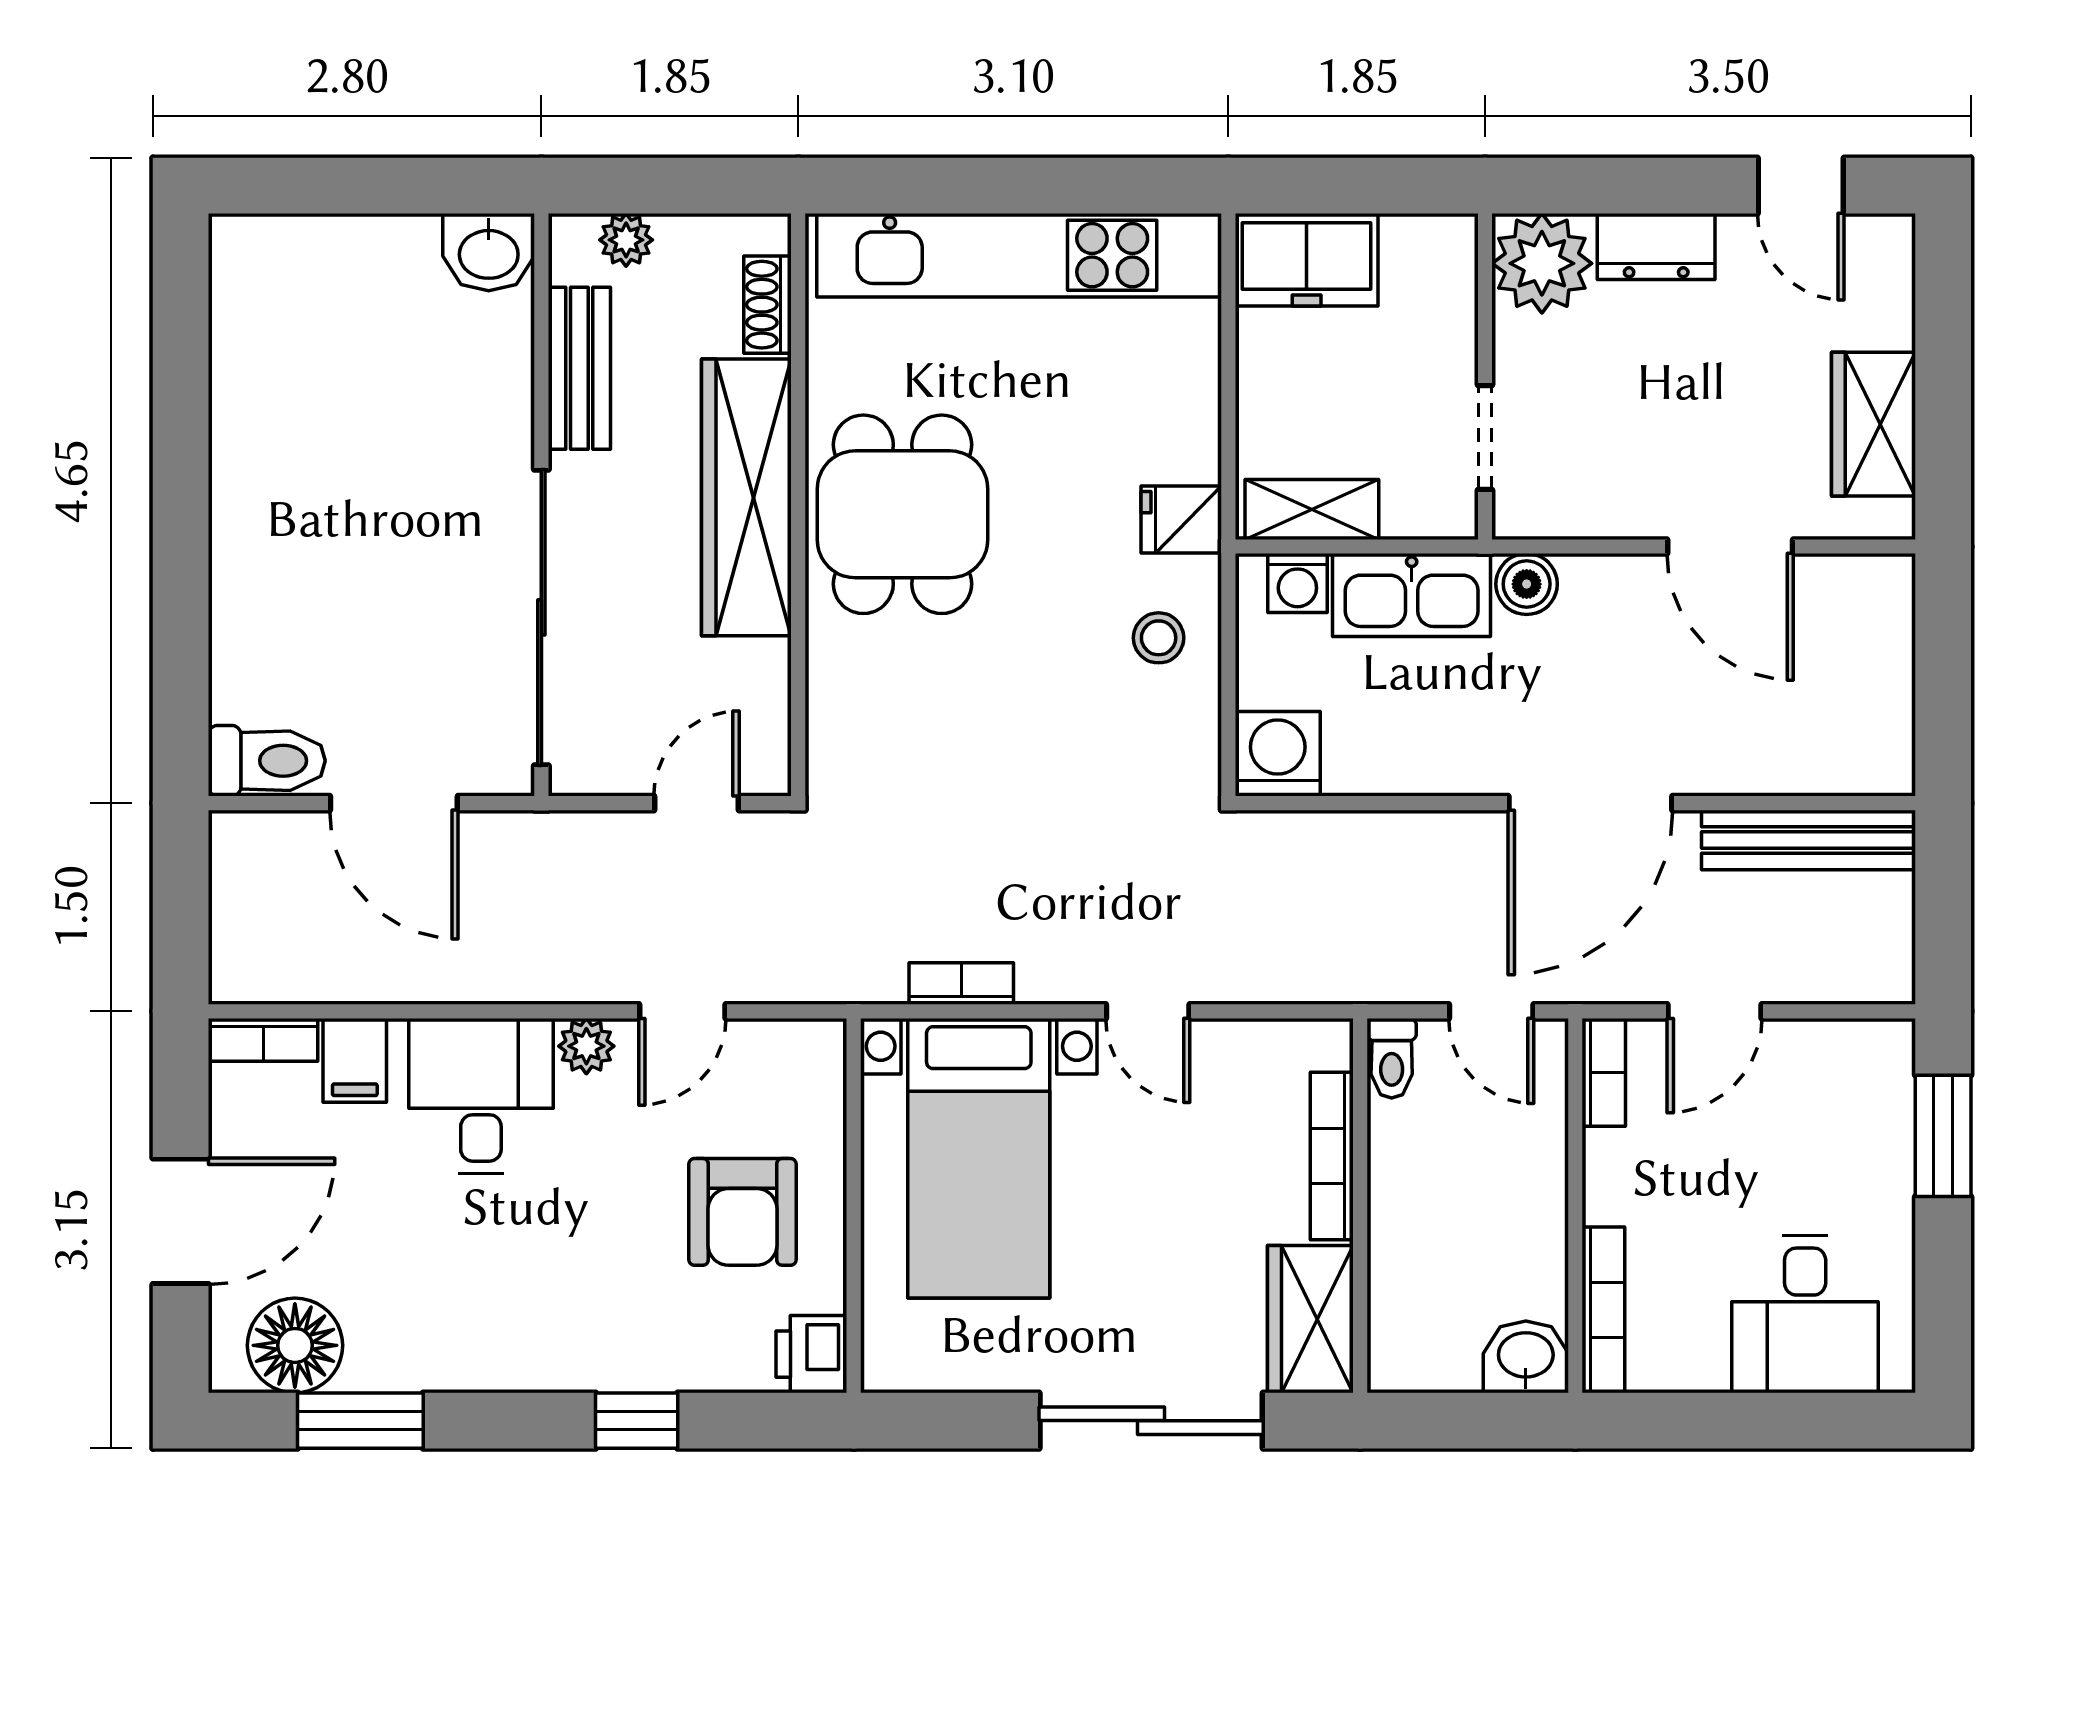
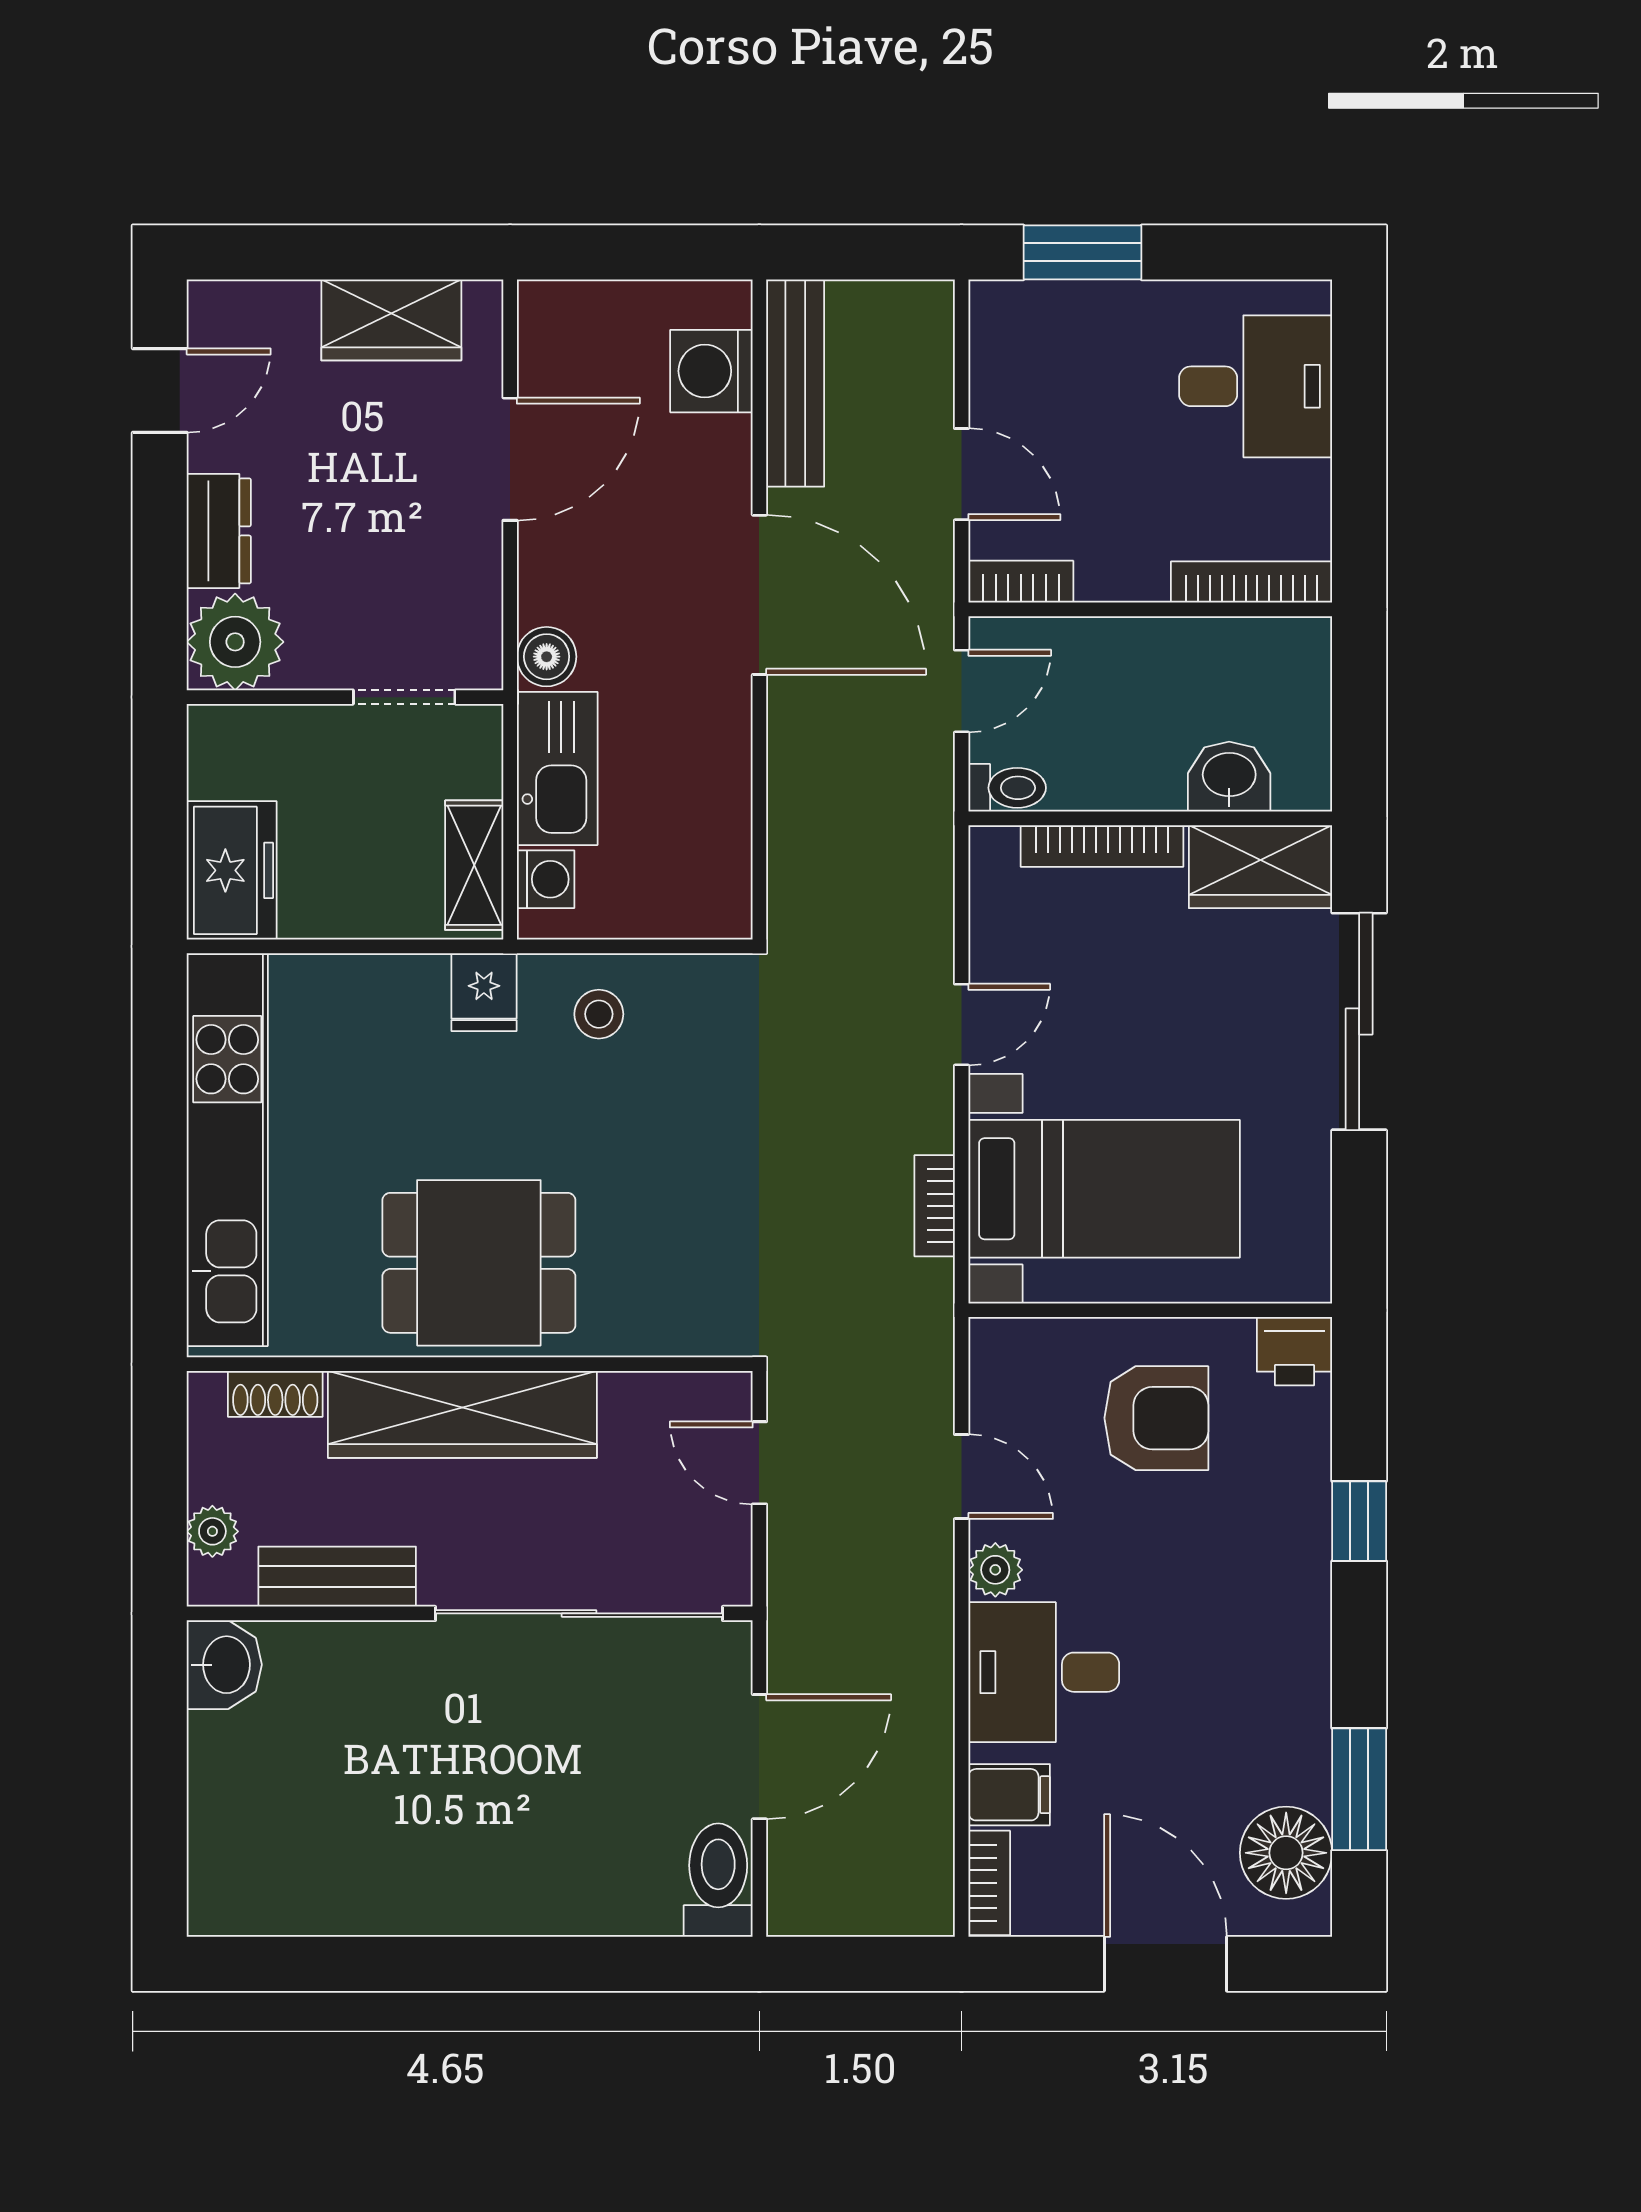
washing machine: (1278, 754) -> (711, 371), moved
washbasin: (1526, 1357) -> (1229, 777), moved, turned 90

